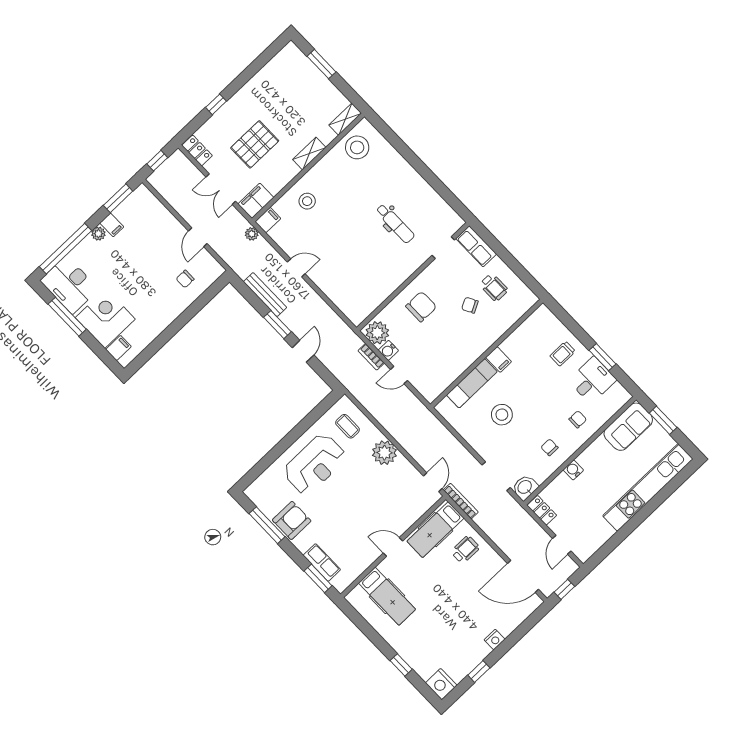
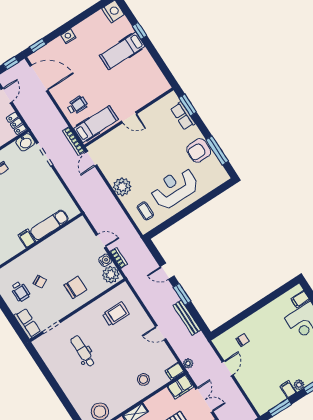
trolley: (361, 282) -> (116, 314), added
wheelchair: (494, 287) -> (20, 291), turned 180
chair: (421, 307) -> (75, 287), turned 180
door: (303, 351) -> (167, 271), hinge flipped
stool: (502, 415) -> (32, 198), removed
wheelchair: (465, 550) -> (77, 105), turned 180
hospital bed: (387, 596) -> (122, 51), moved, turned -90
window: (479, 671) -> (38, 45), moved

